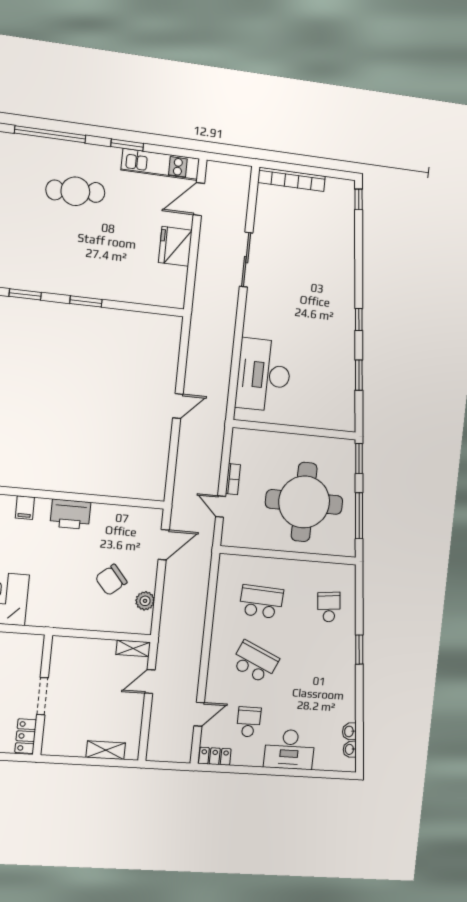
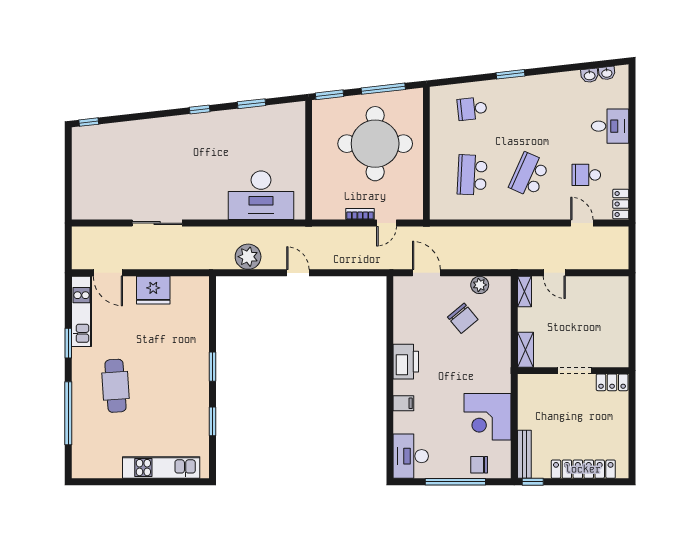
bookcase: (292, 179) -> (79, 188), removed
plant: (200, 354) -> (248, 257), added
desk: (289, 749) -> (610, 126), width x0.73
shelving: (106, 750) -> (526, 350), moved

